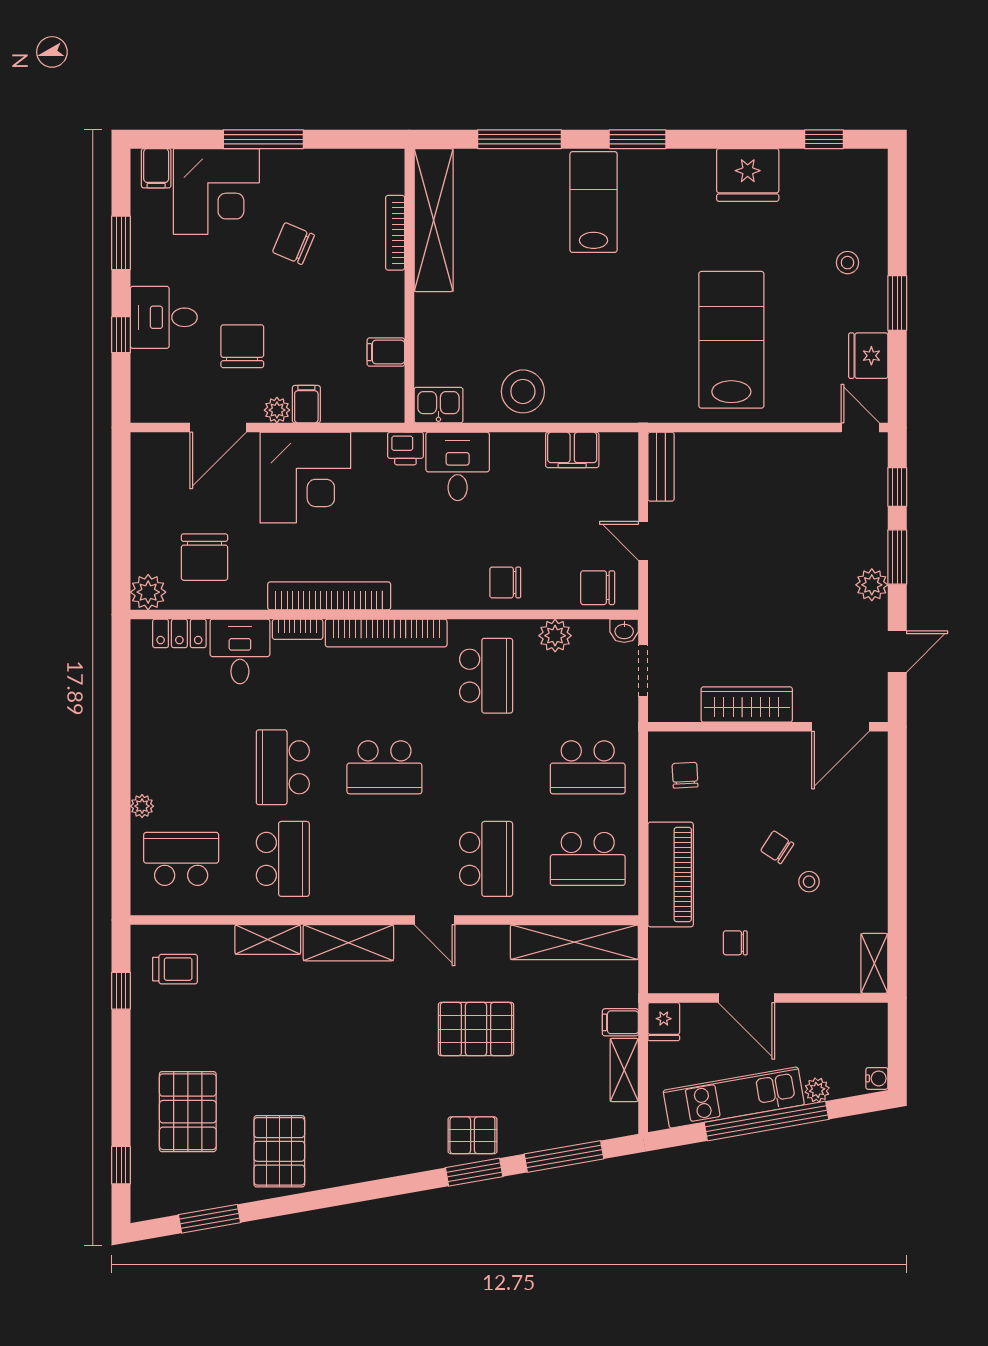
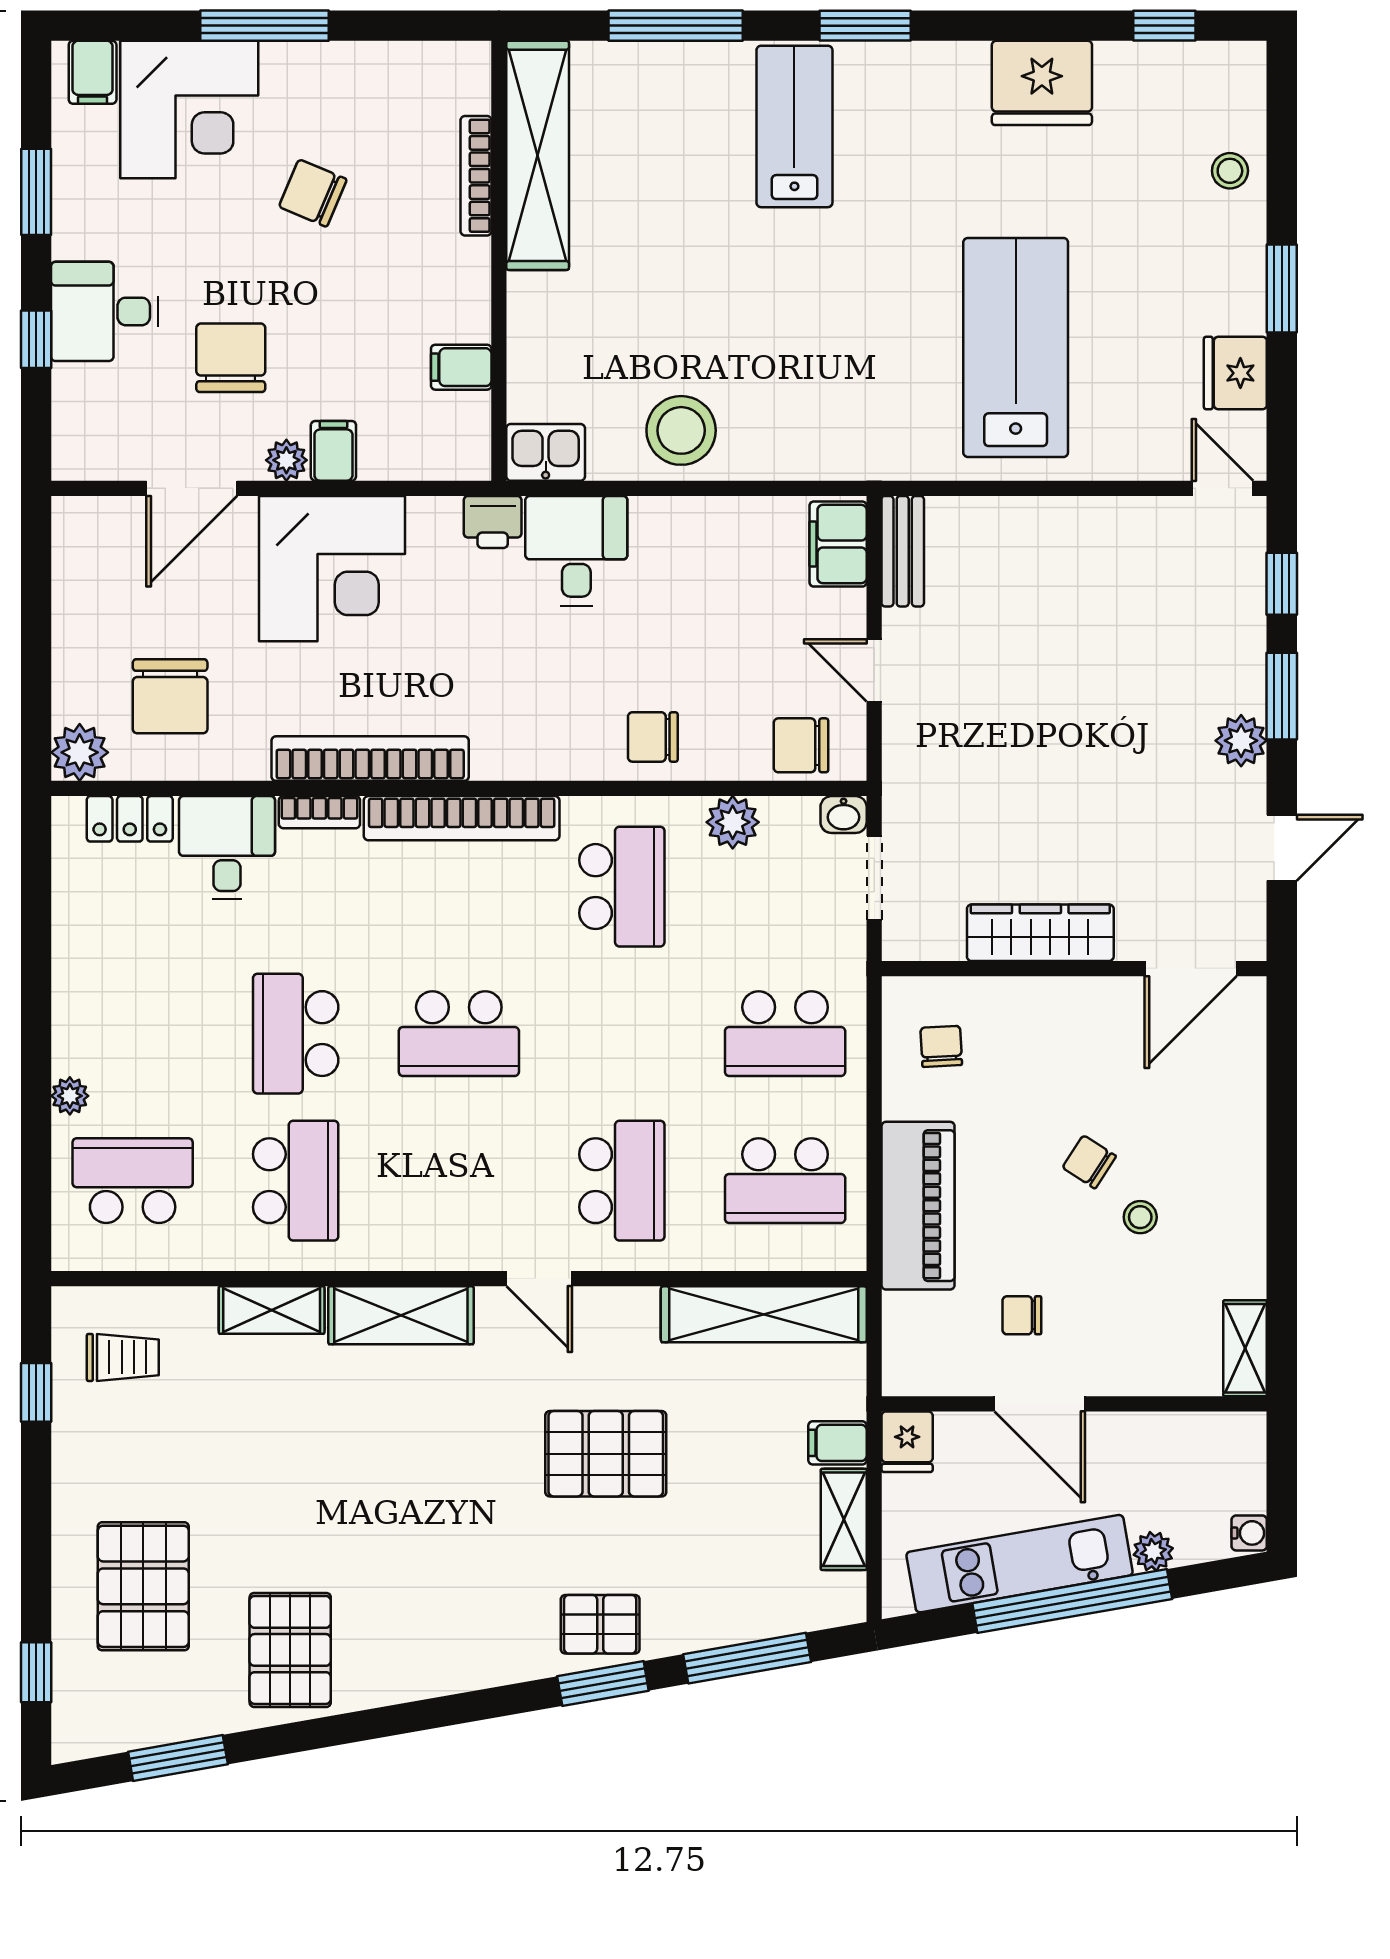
stool: (847, 263) -> (1230, 171), moved
filing cabinet: (572, 450) -> (838, 544), moved, turned 90

